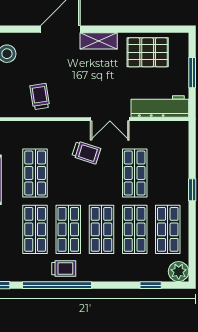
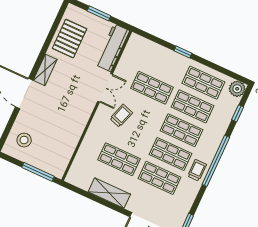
trolley: (40, 96) -> (66, 131), removed
window: (57, 285) -> (216, 161), moved

